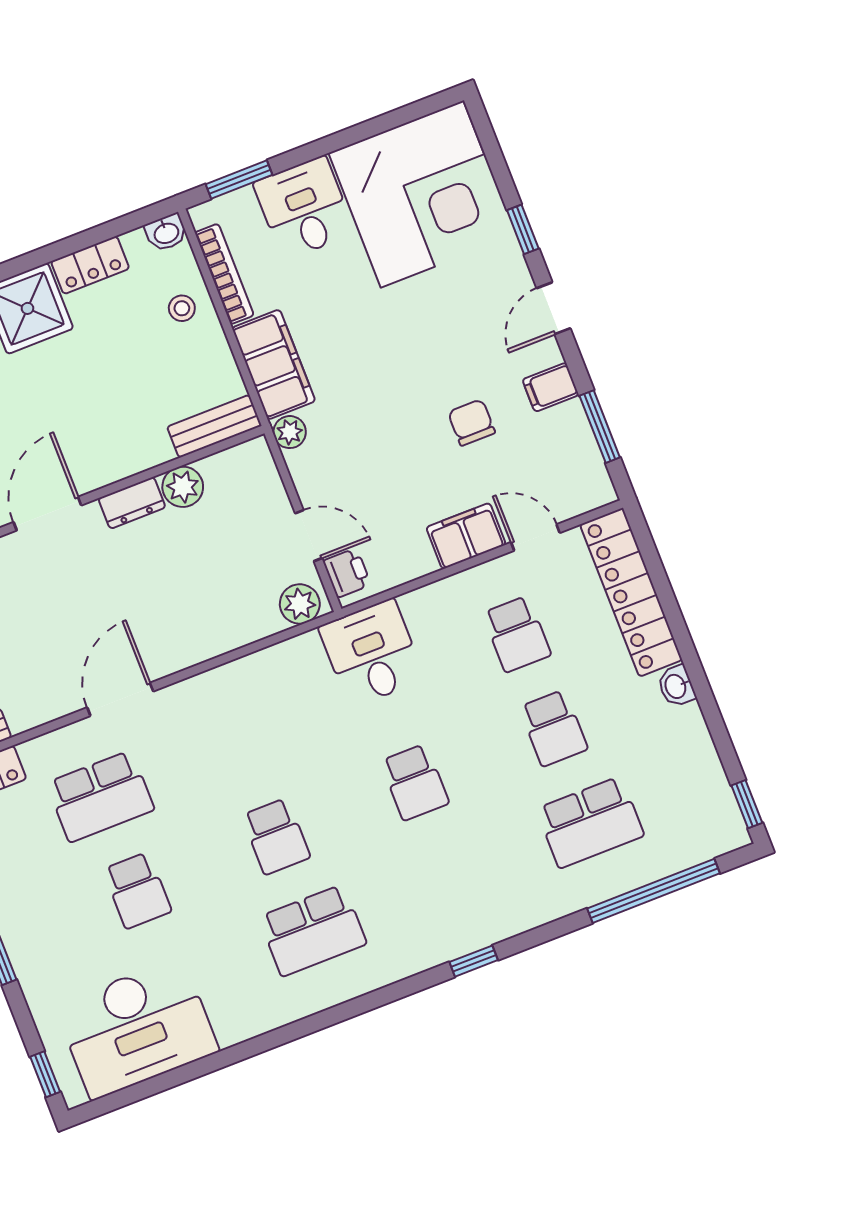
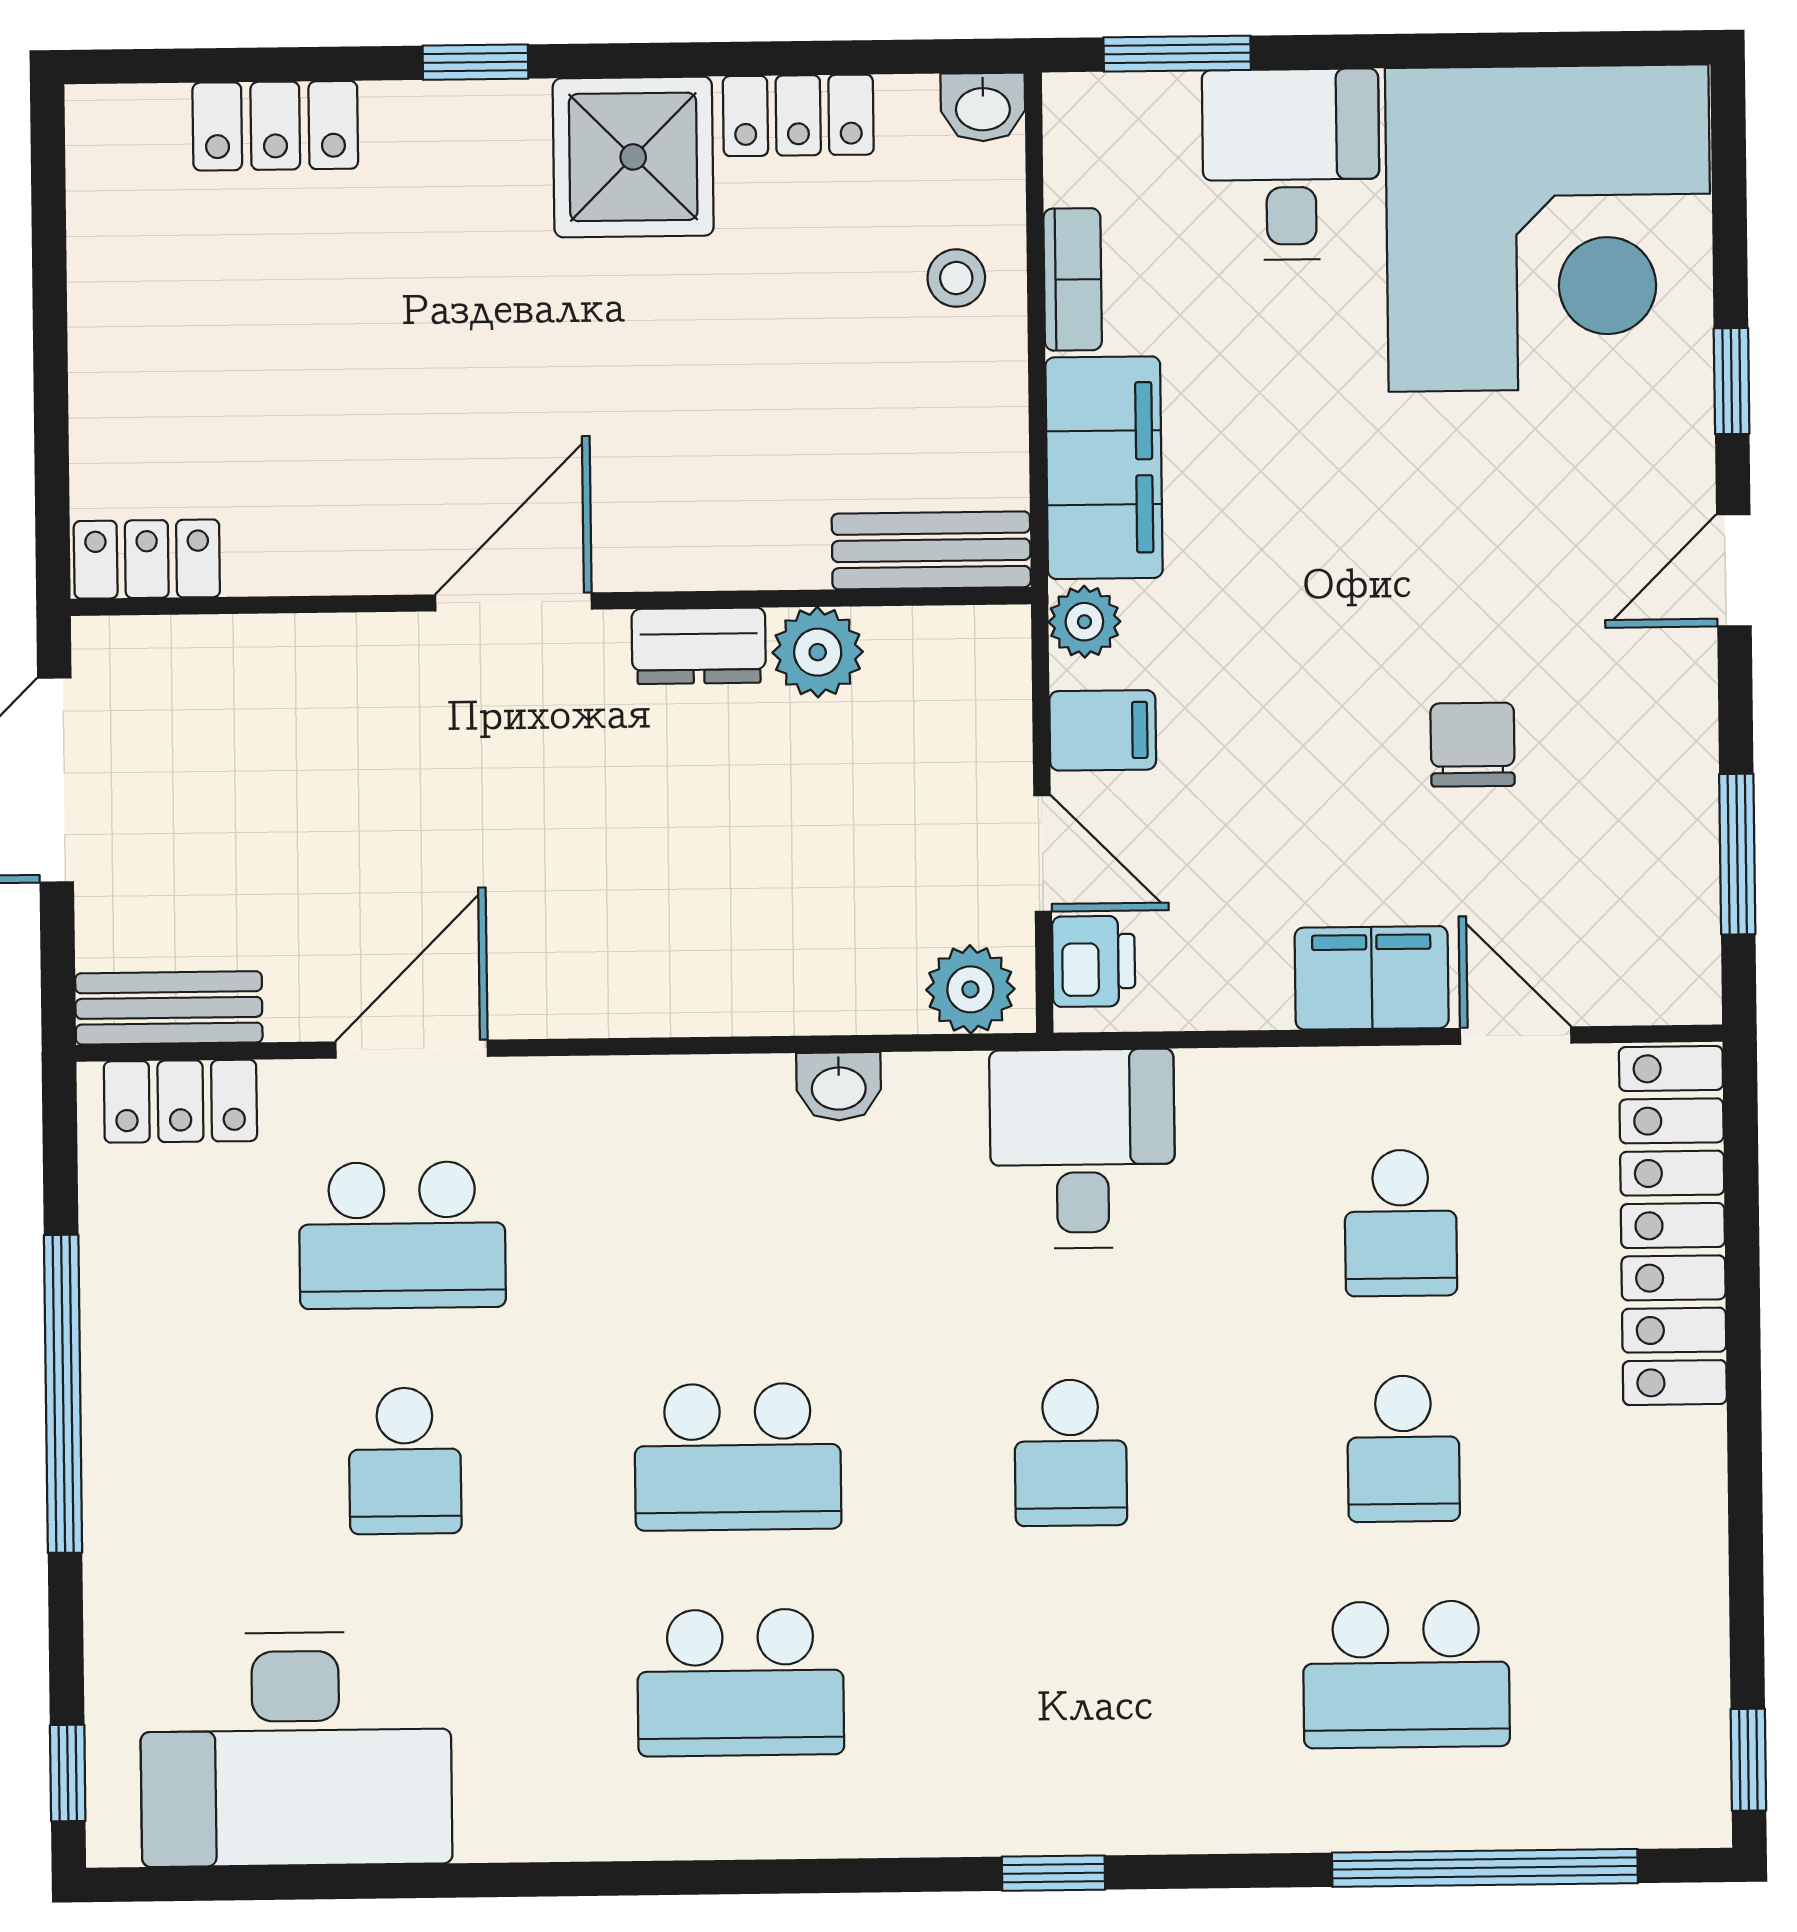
bookcase: (224, 274) -> (1073, 279), width x0.64
filing cabinet: (551, 387) -> (1103, 730), moved, turned 180
washbasin: (676, 686) -> (839, 1086), moved, turned -90
door: (120, 699) -> (412, 1049), moved
school desk: (276, 836) -> (738, 1457), width x1.85

